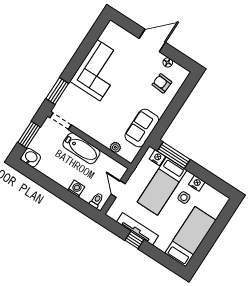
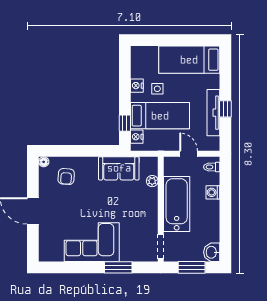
floor lamp: (168, 62) -> (44, 162), moved
window: (57, 91) -> (118, 267), moved
bathtub: (81, 148) -> (177, 204), width x1.36, depth x1.36
window: (174, 155) -> (125, 123), width x0.46
door: (118, 189) -> (189, 154), swing flipped

